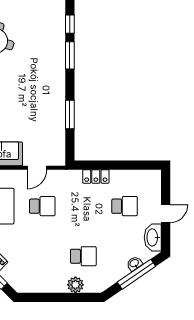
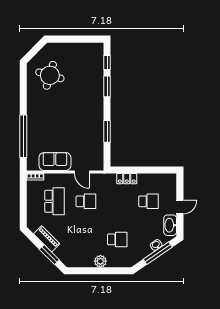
door: (37, 168) -> (82, 172), hinge flipped
plant: (75, 285) -> (100, 261), moved

